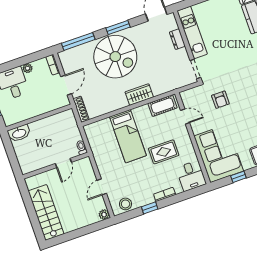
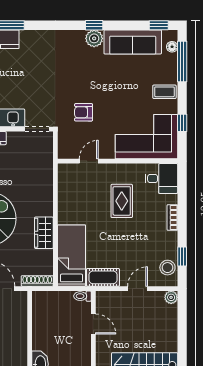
wardrobe: (139, 95) -> (44, 233), moved
armchair: (220, 100) -> (84, 112), turned 180
cot: (162, 106) -> (103, 277), moved, turned 90
bed: (128, 136) -> (71, 256), moved, turned -90
door: (102, 187) -> (138, 289), swing flipped
window: (150, 208) -> (182, 256), moved

